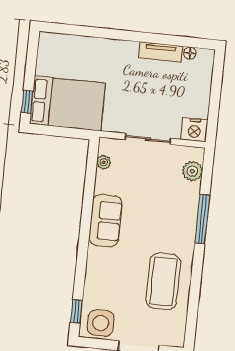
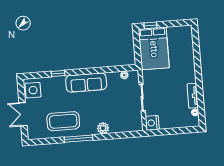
plant: (192, 171) -> (103, 128), moved
window: (202, 219) -> (79, 139), moved
sofa: (106, 221) -> (86, 83), width x1.36
window: (76, 312) -> (58, 74), moved

